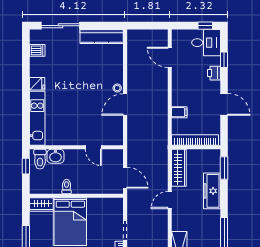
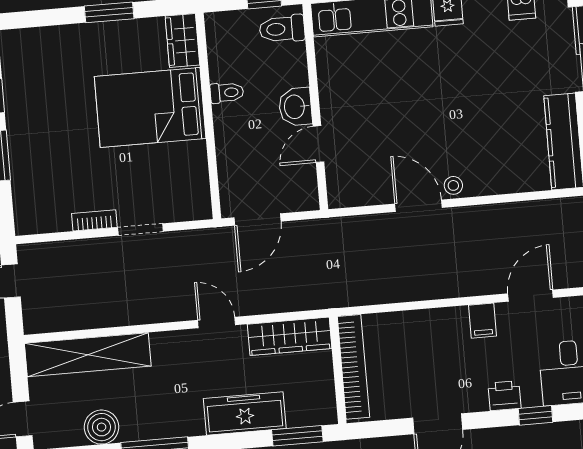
filing cabinet: (179, 112) -> (482, 321), moved
washbasin: (55, 156) -> (295, 107), moved

